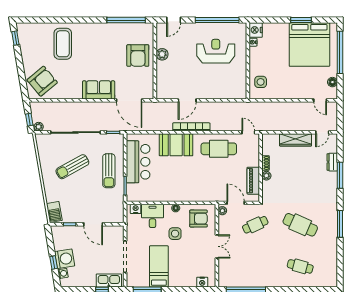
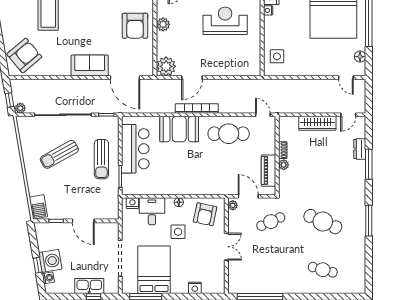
plant: (165, 91) -> (166, 66), added
armchair: (198, 219) -> (205, 214), turned 102
bed: (159, 266) -> (154, 270), width x1.50
kitchen sink: (109, 280) -> (89, 286), moved
nightstand: (202, 282) -> (195, 288), moved

